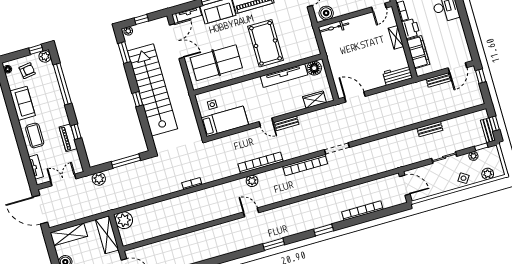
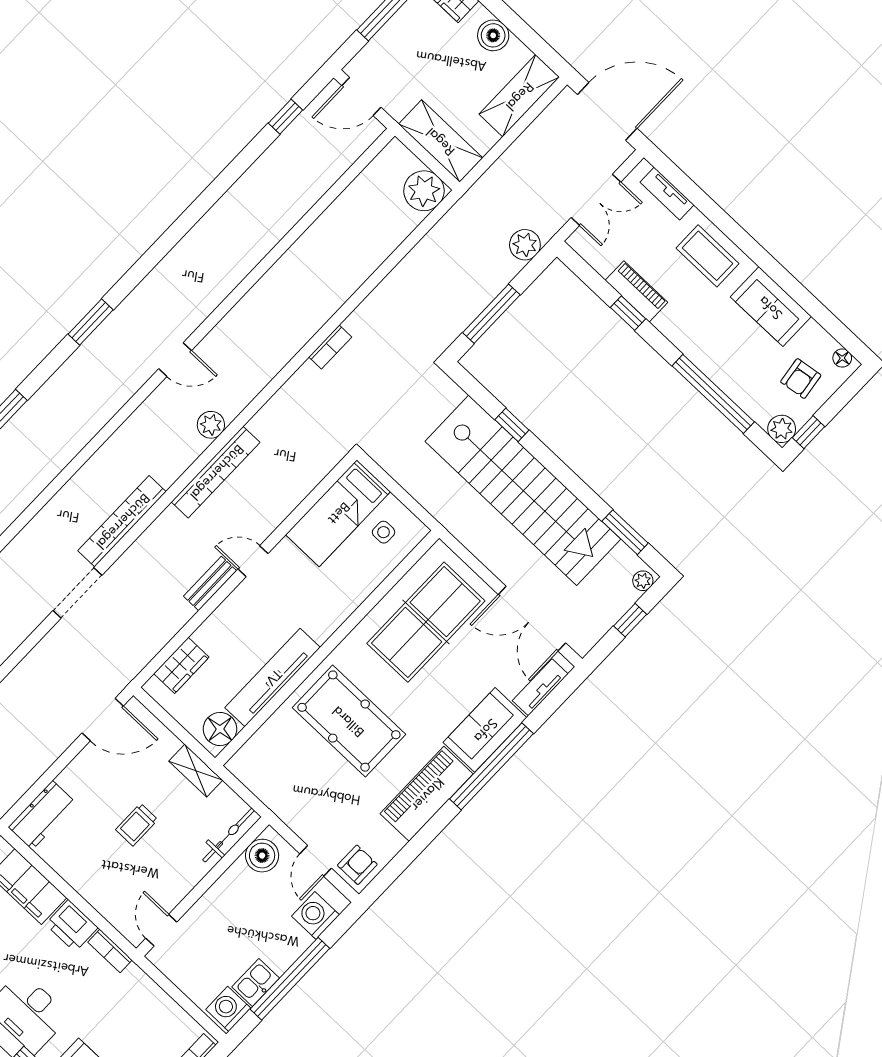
shelving: (396, 37) -> (196, 771), moved
trolley: (365, 51) -> (137, 825), added
window: (138, 99) -> (512, 425), moved

